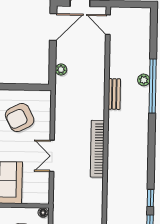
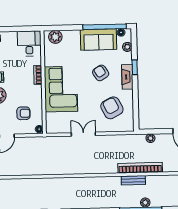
bookcase: (97, 149) -> (140, 168), moved

